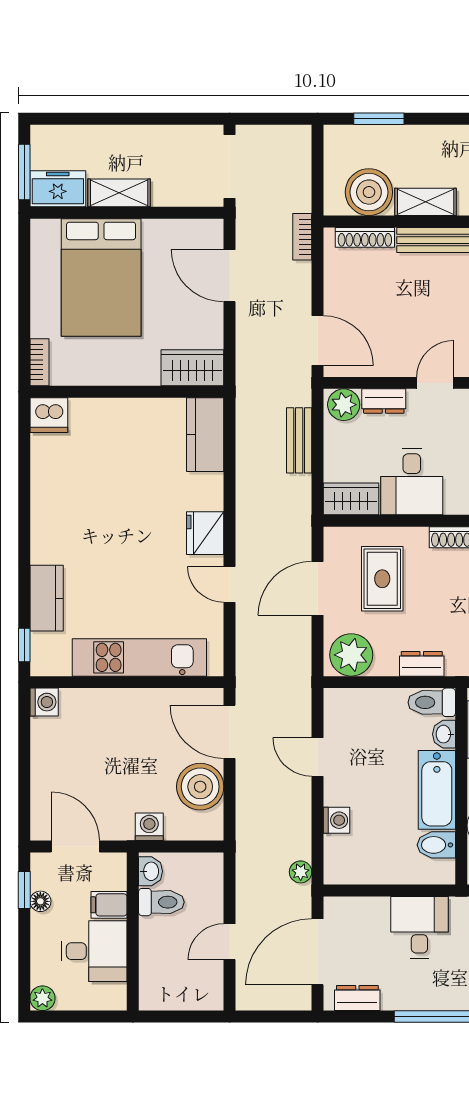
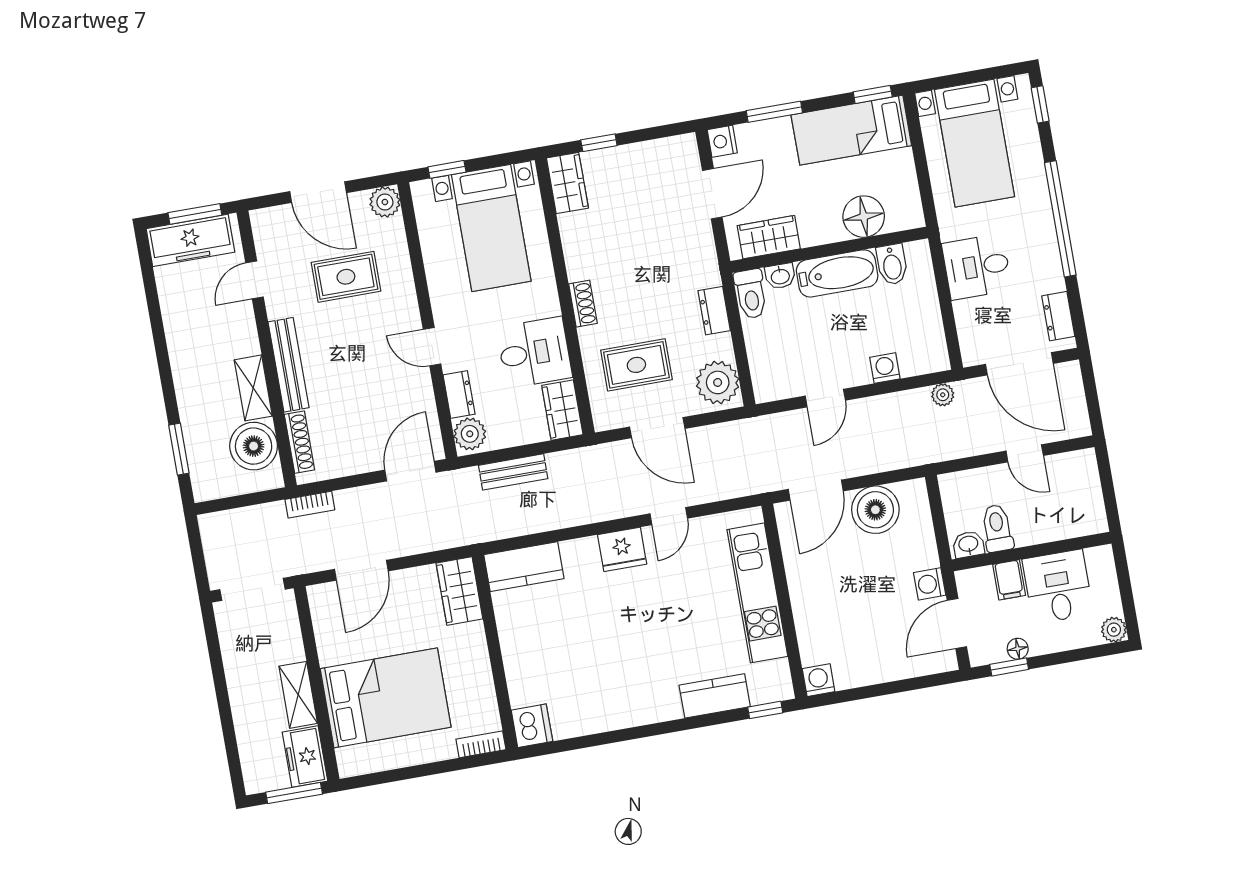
washing machine: (149, 827) -> (930, 584), moved

